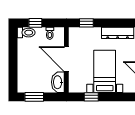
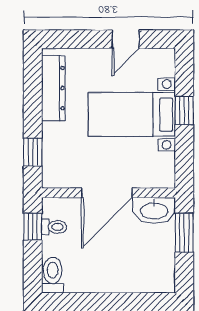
window: (35, 23) -> (33, 227), moved
window: (34, 97) -> (184, 233), moved
window: (91, 97) -> (184, 110), moved

